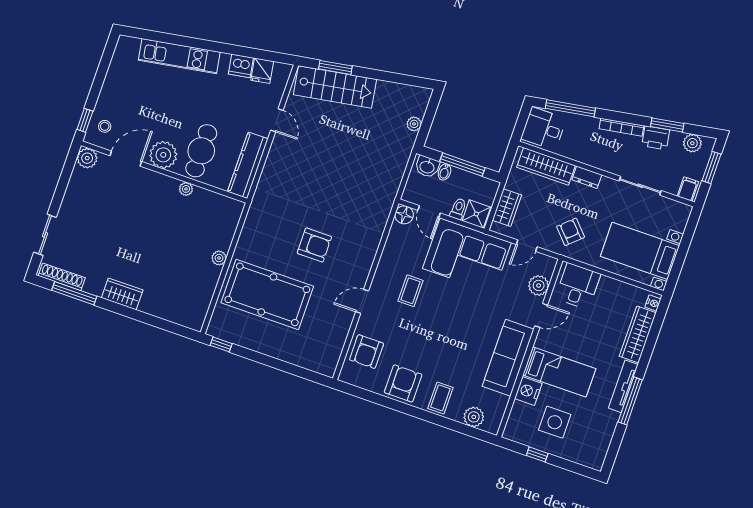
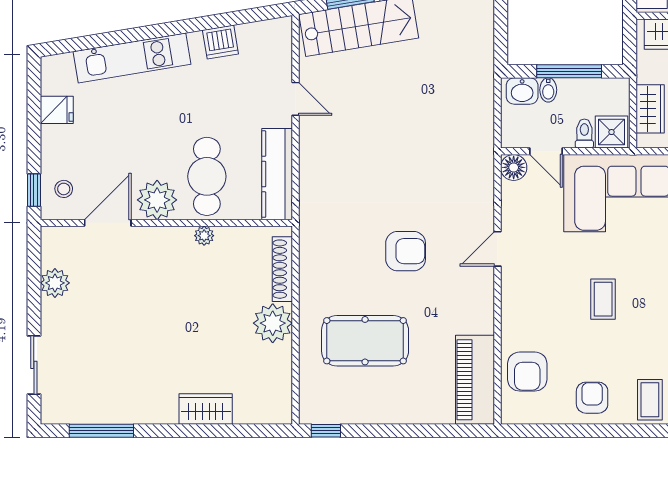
fridge: (262, 71) -> (57, 110), moved, turned -81
plant: (414, 124) -> (484, 39), removed
plant: (87, 158) -> (55, 283), moved
plant: (219, 258) -> (273, 323), width x1.88, depth x1.88
shoe rack: (62, 277) -> (282, 269), moved, turned -90
coffee table: (410, 291) -> (603, 299), moved
wardrobe: (122, 294) -> (206, 409), moved
pool table: (267, 294) -> (365, 341), width x0.73, depth x0.76
door: (362, 301) -> (497, 249), moved
piano: (330, 345) -> (475, 380), added
armchair: (403, 383) -> (592, 398), width x0.72, depth x0.72

